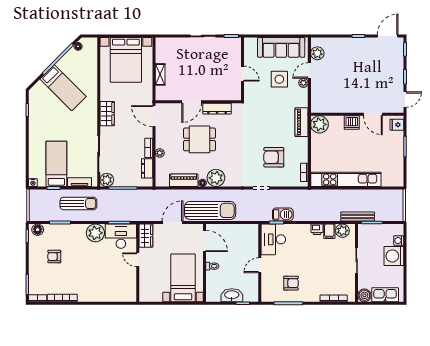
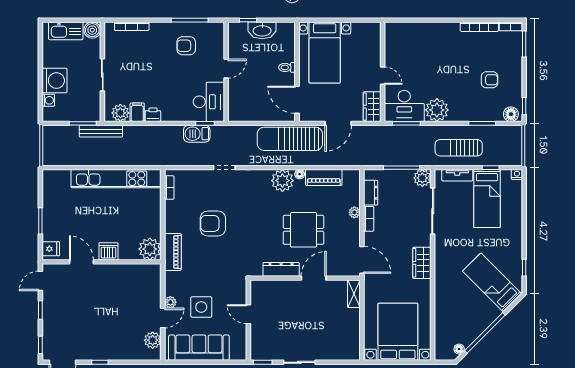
shelving: (160, 74) -> (354, 294), moved
bed: (63, 88) -> (492, 282), moved
armchair: (274, 157) -> (213, 223), moved, turned 180

